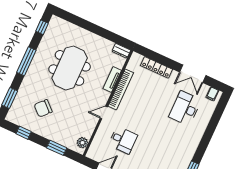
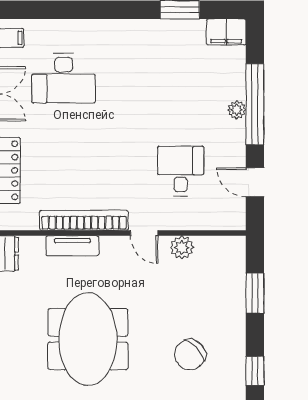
meeting table: (70, 68) -> (88, 339), turned 90
chair: (43, 108) -> (190, 355), turned 93
plant: (82, 143) -> (182, 247), moved

